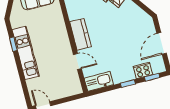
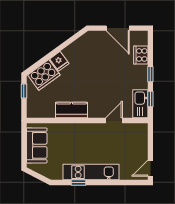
kitchen counter: (80, 34) -> (71, 110), moved
window: (152, 77) -> (150, 99), moved

